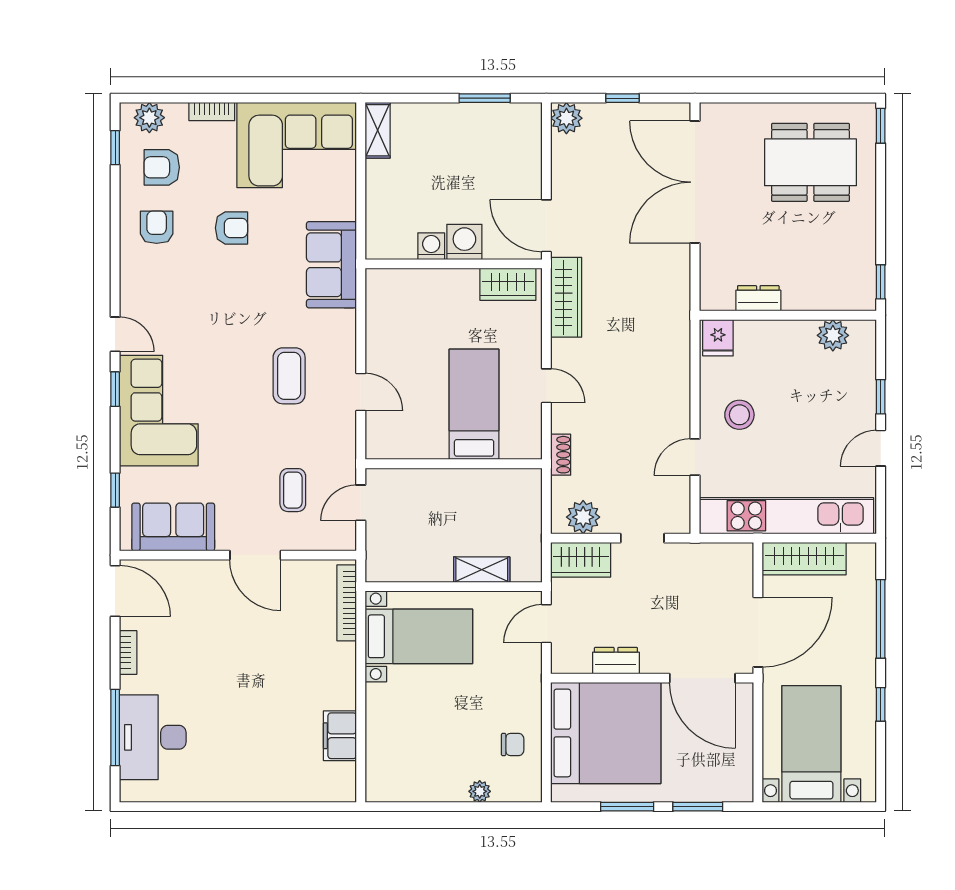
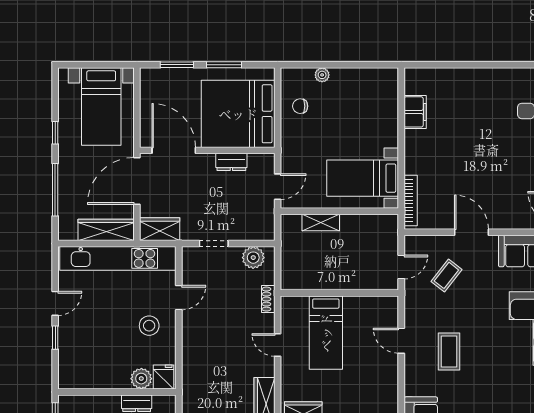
plant: (833, 335) -> (141, 379), moved
coffee table: (293, 490) -> (446, 275), turned 38
wardrobe: (581, 560) -> (160, 229), moved

